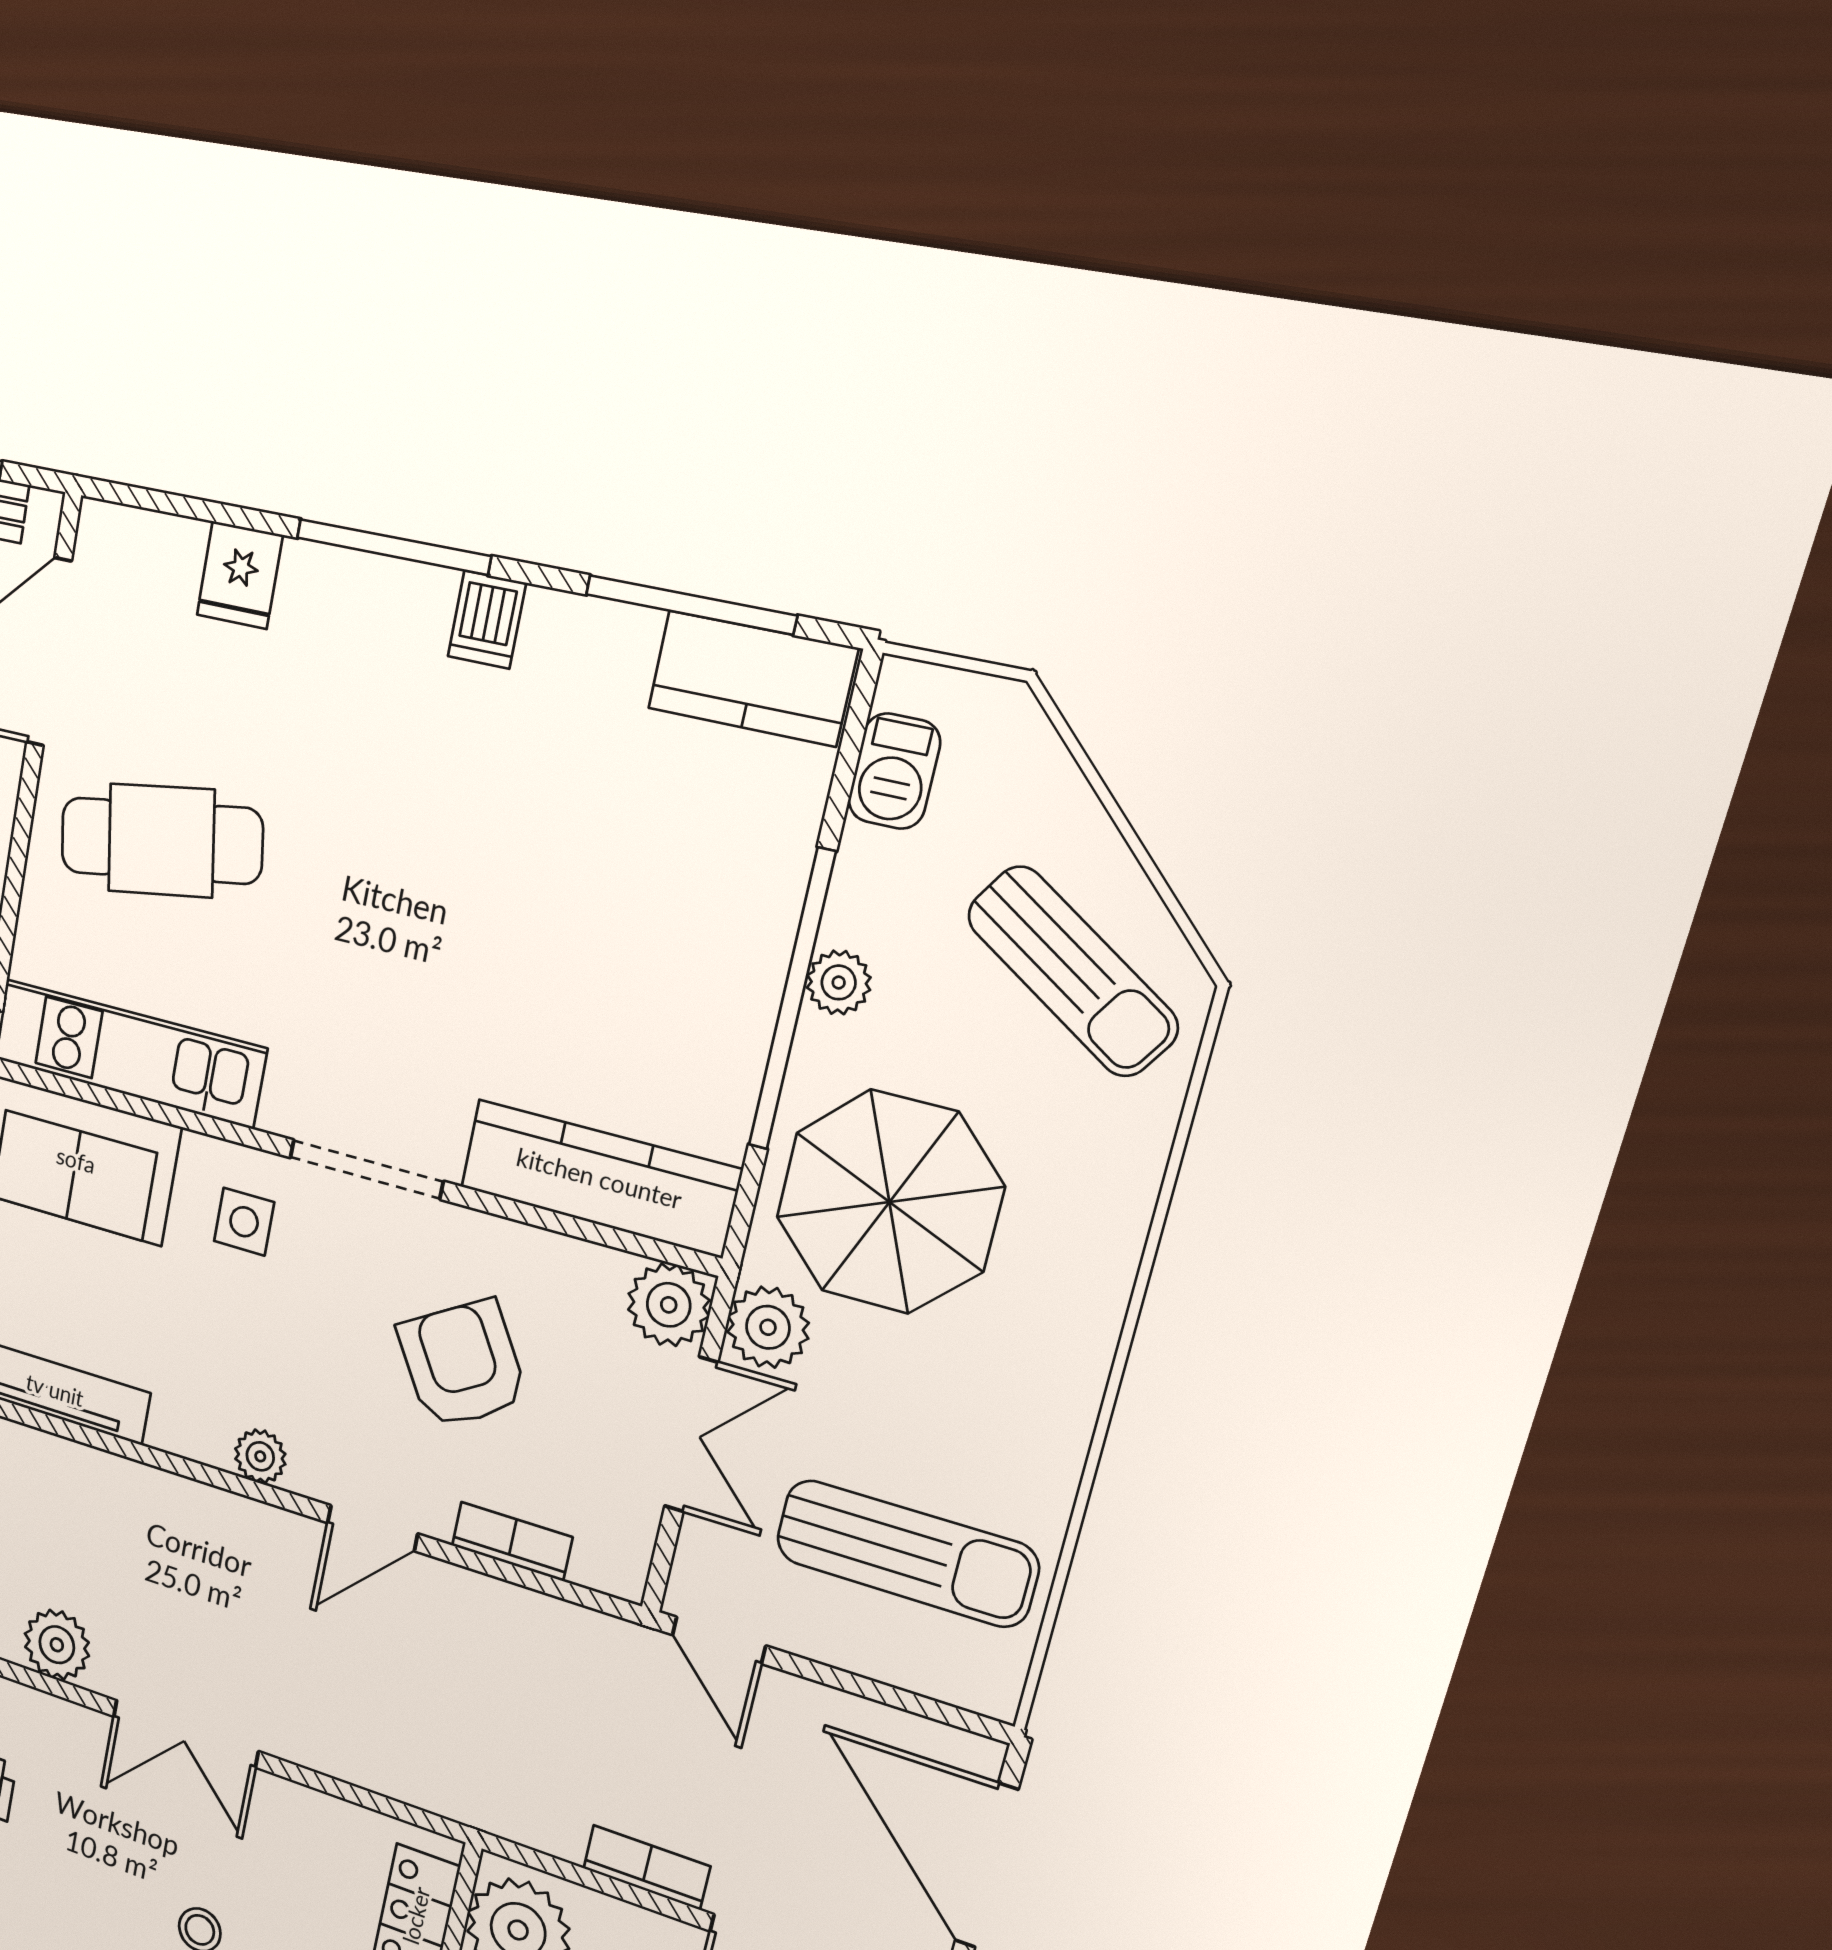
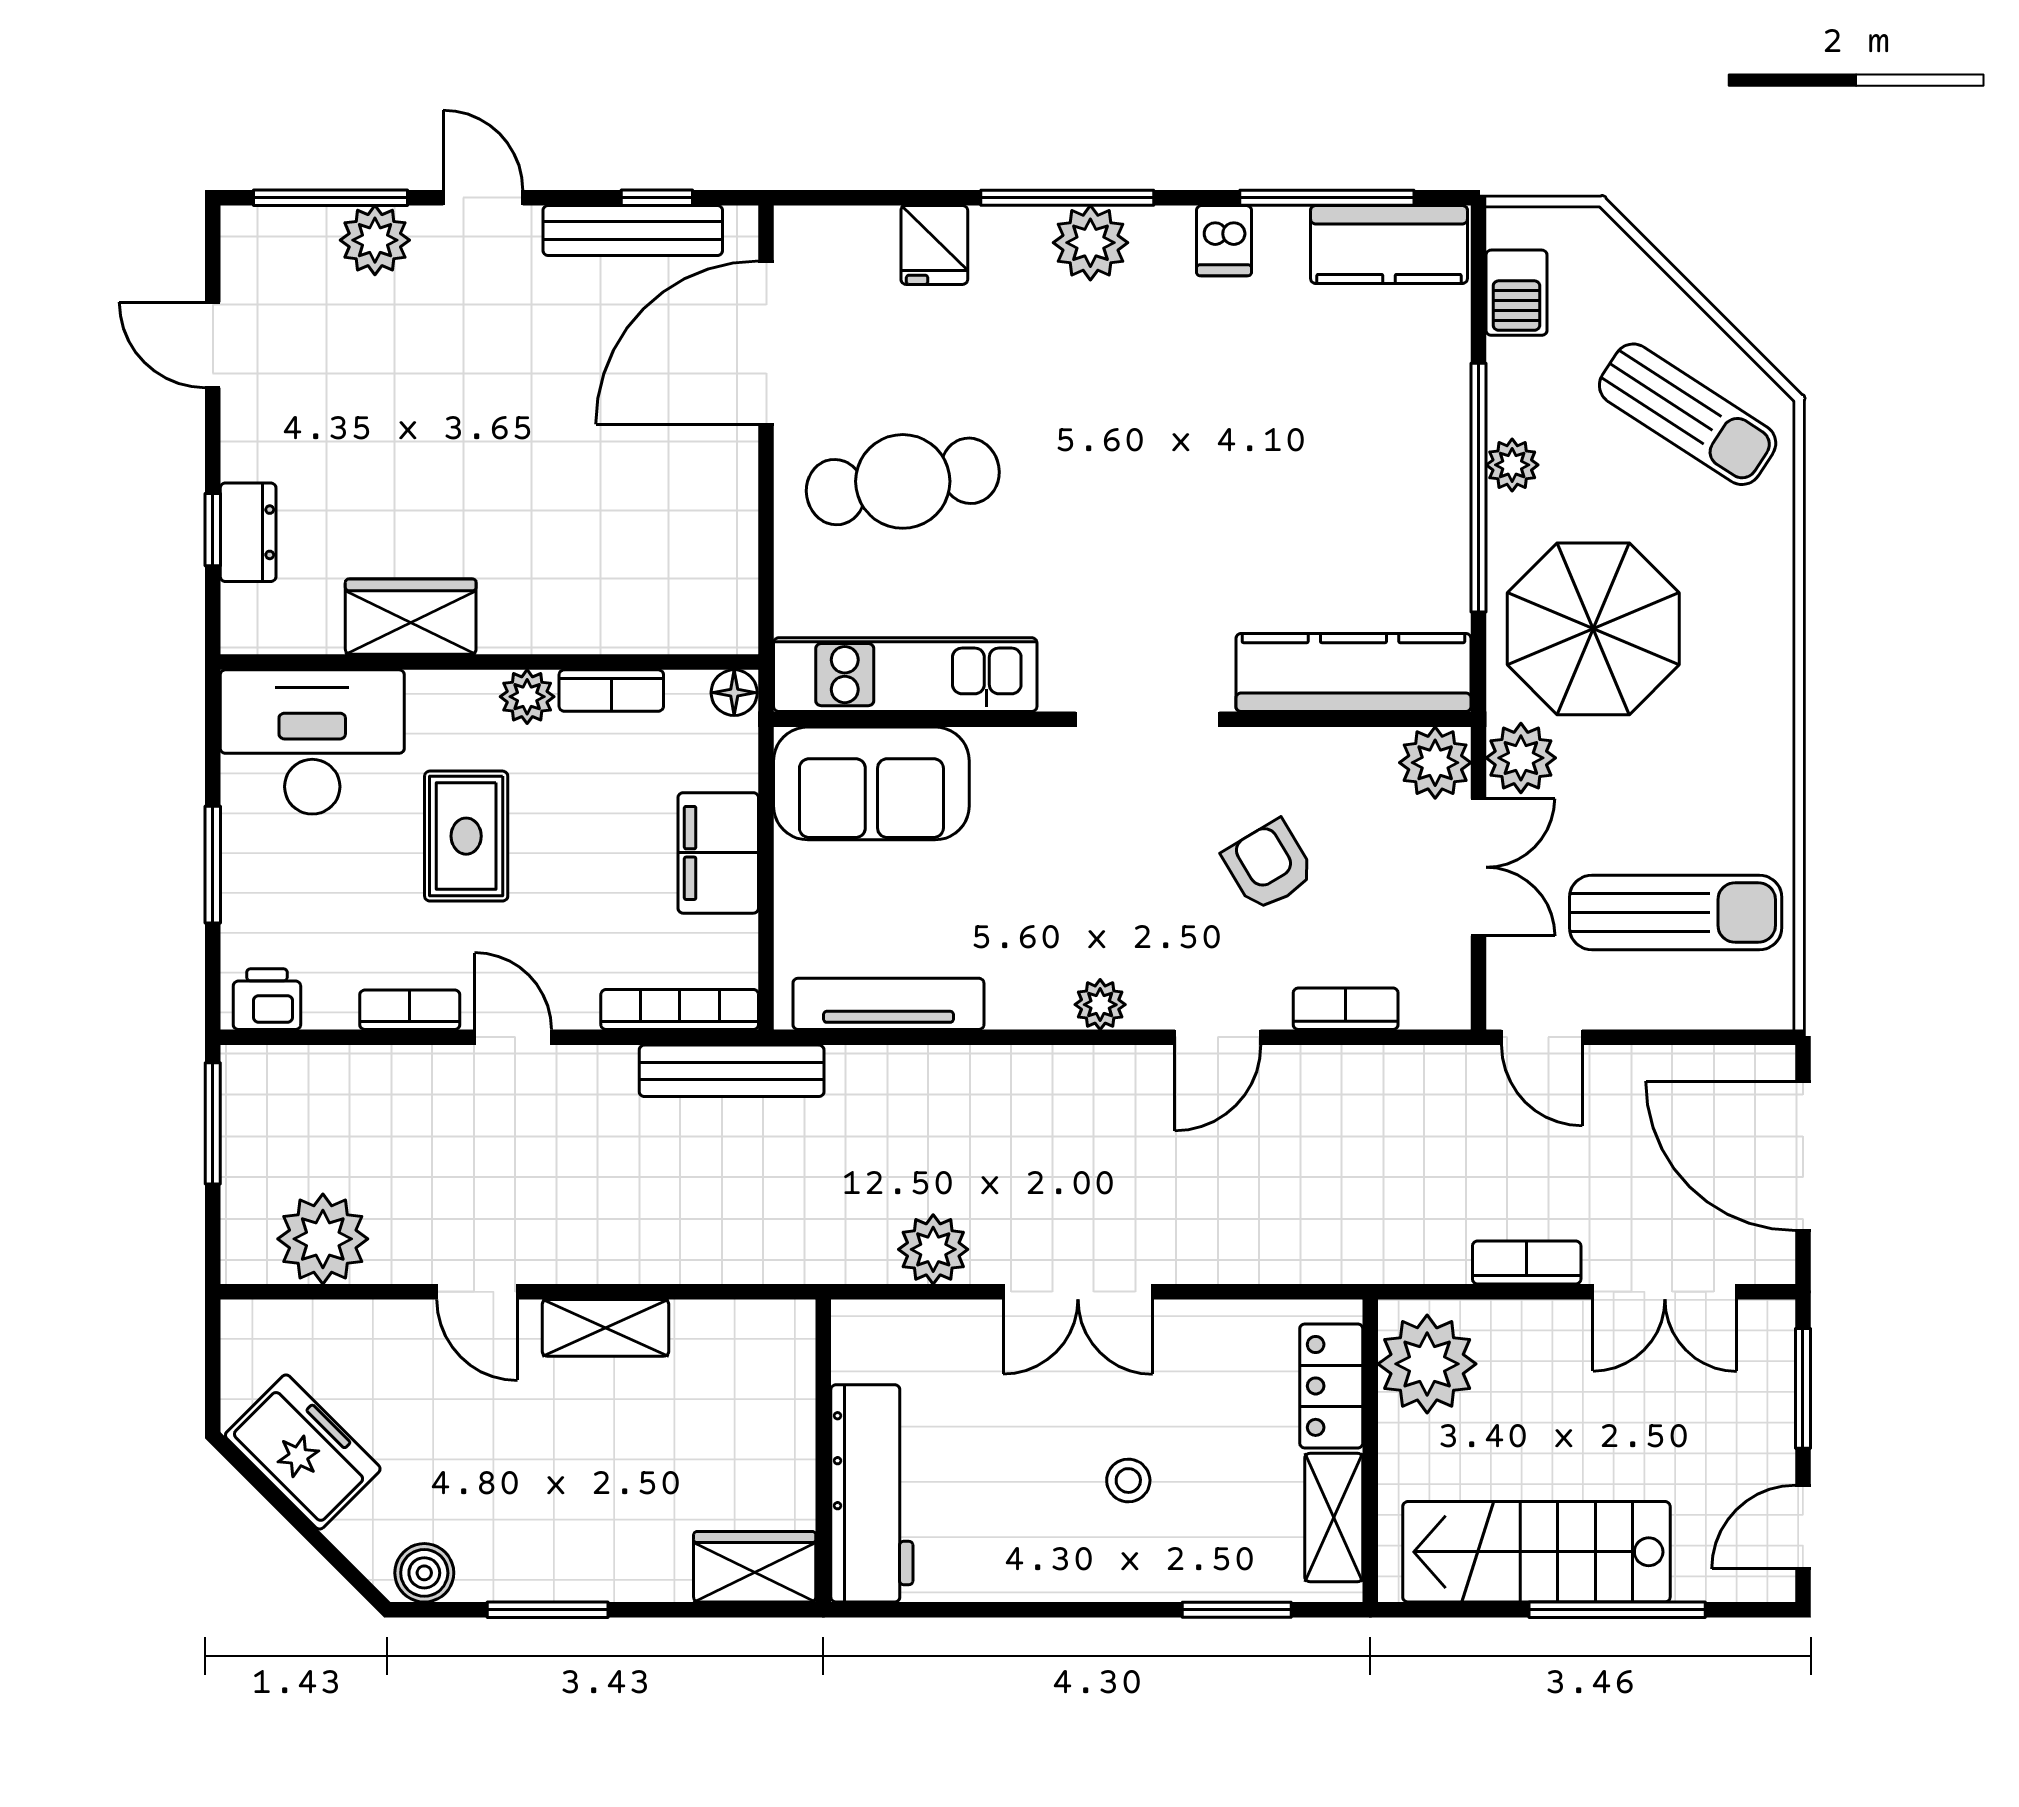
plant: (409, 607) -> (1090, 243), added
dishwasher: (487, 620) -> (1224, 241), moved
side table: (244, 1222) -> (1044, 796), removed
armchair: (462, 1364) -> (1269, 865), width x0.72, depth x0.72

